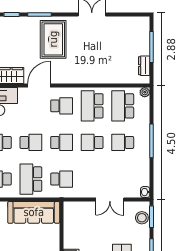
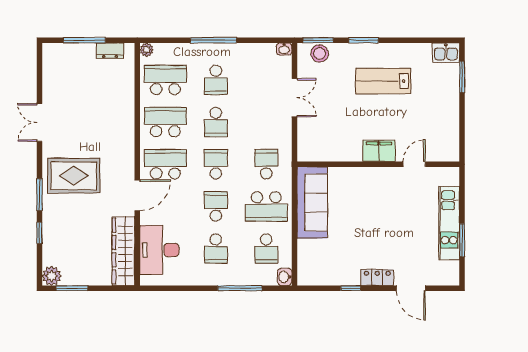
door: (39, 85) -> (137, 195), swing flipped
school desk: (62, 106) -> (165, 164), width x1.85
school desk: (92, 106) -> (165, 122), turned 180
school desk: (123, 106) -> (165, 80), turned 180

